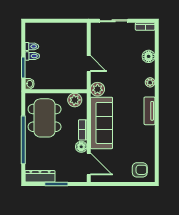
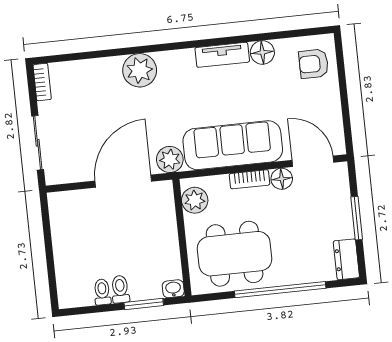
floor lamp: (149, 56) -> (262, 52), moved
door: (89, 64) -> (123, 181), width x1.87
plant: (150, 82) -> (140, 70), width x1.88, depth x1.88
tv unit: (149, 111) -> (222, 55), moved
door: (89, 164) -> (313, 161), hinge flipped
armchair: (140, 170) -> (314, 64), turned -90
dresser: (40, 176) -> (346, 259), width x0.70

